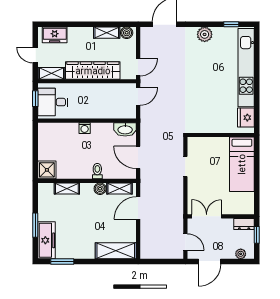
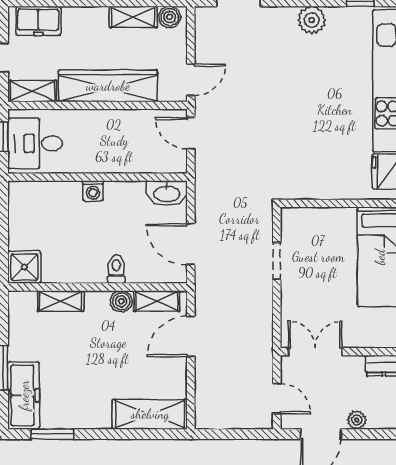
door: (138, 97) -> (191, 133), swing flipped
plant: (241, 254) -> (357, 420), moved

